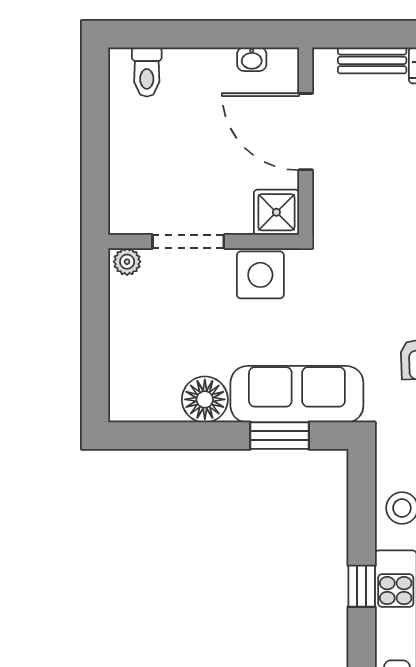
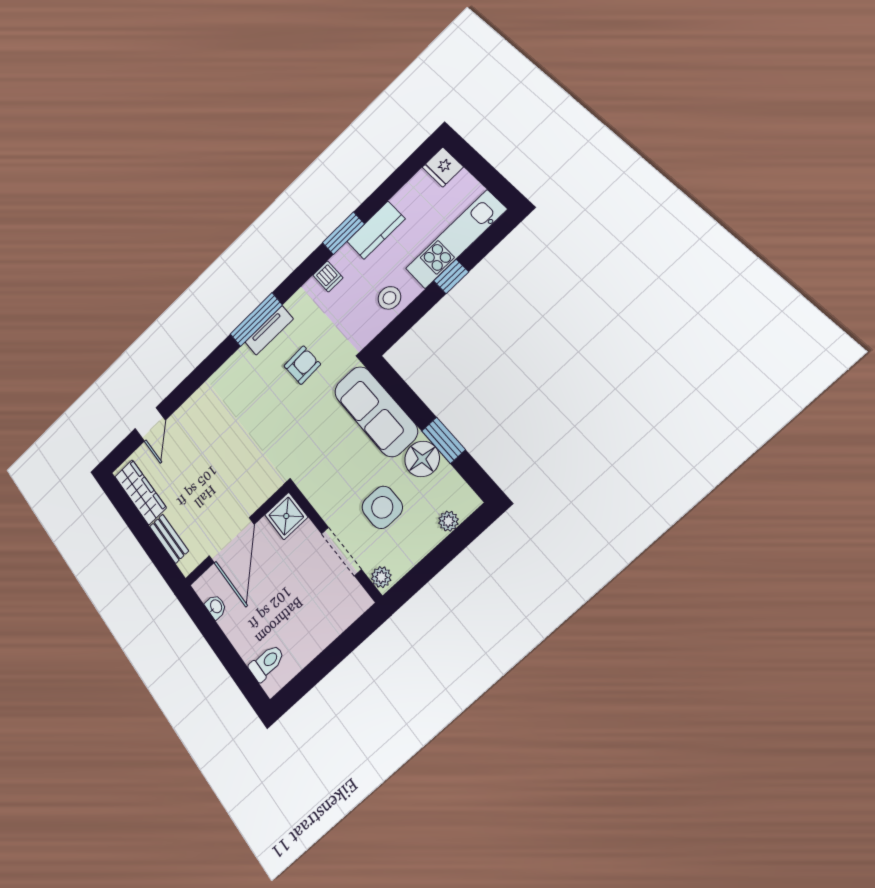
side table: (260, 275) -> (382, 507), moved
plant: (121, 373) -> (448, 521), added
window: (280, 436) -> (443, 440), moved

